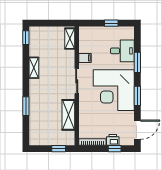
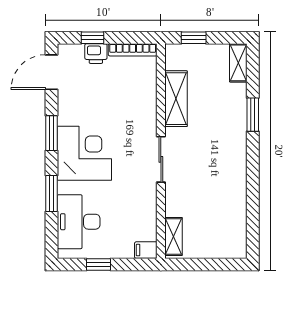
window: (26, 38) -> (253, 238), removed
desk: (122, 51) -> (79, 222), width x1.37
filing cabinet: (85, 58) -> (146, 250), moved
shelving: (34, 68) -> (238, 63), moved
corner desk: (114, 90) -> (84, 153), width x0.74, depth x0.74

